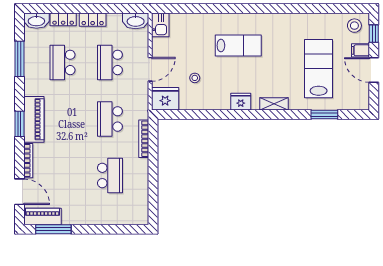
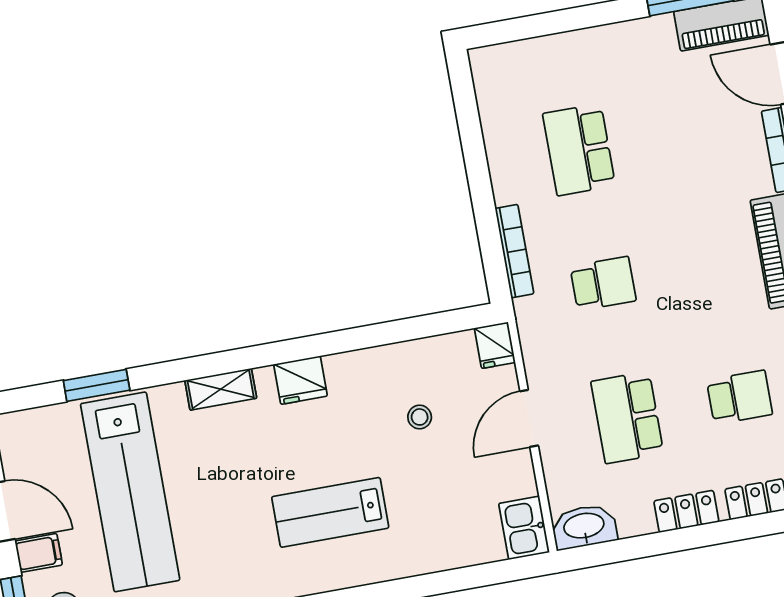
school desk: (62, 62) -> (740, 397), width x0.54
school desk: (110, 62) -> (627, 417), turned 180
lab bench: (319, 69) -> (130, 492), width x1.36
fridge: (165, 99) -> (495, 345), width x0.53, depth x0.75
school desk: (110, 119) -> (603, 284), width x0.54

